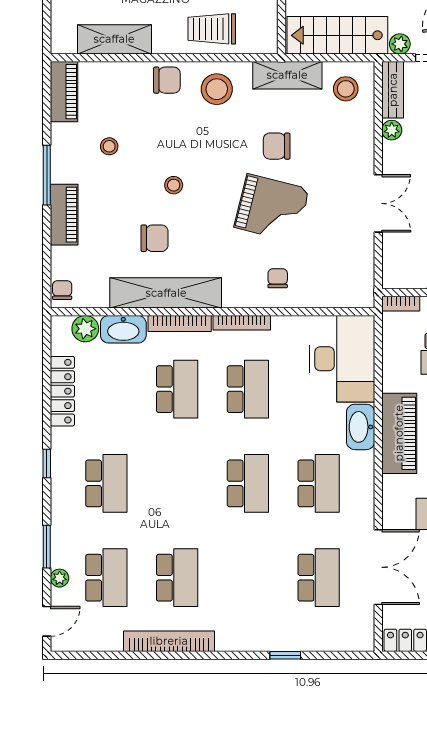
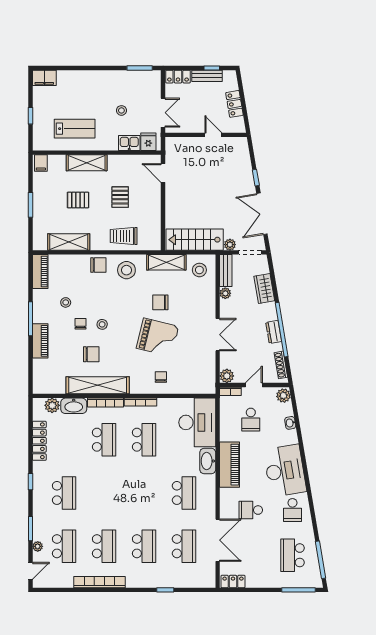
plant: (394, 276) -> (227, 376), added
chair: (62, 290) -> (80, 324), moved
school desk: (248, 483) -> (144, 546), moved

